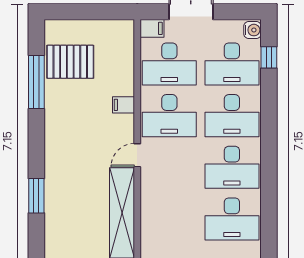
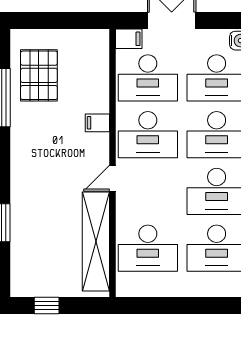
pallet: (70, 62) -> (39, 75), turned 90
desk: (169, 219) -> (148, 248), added

